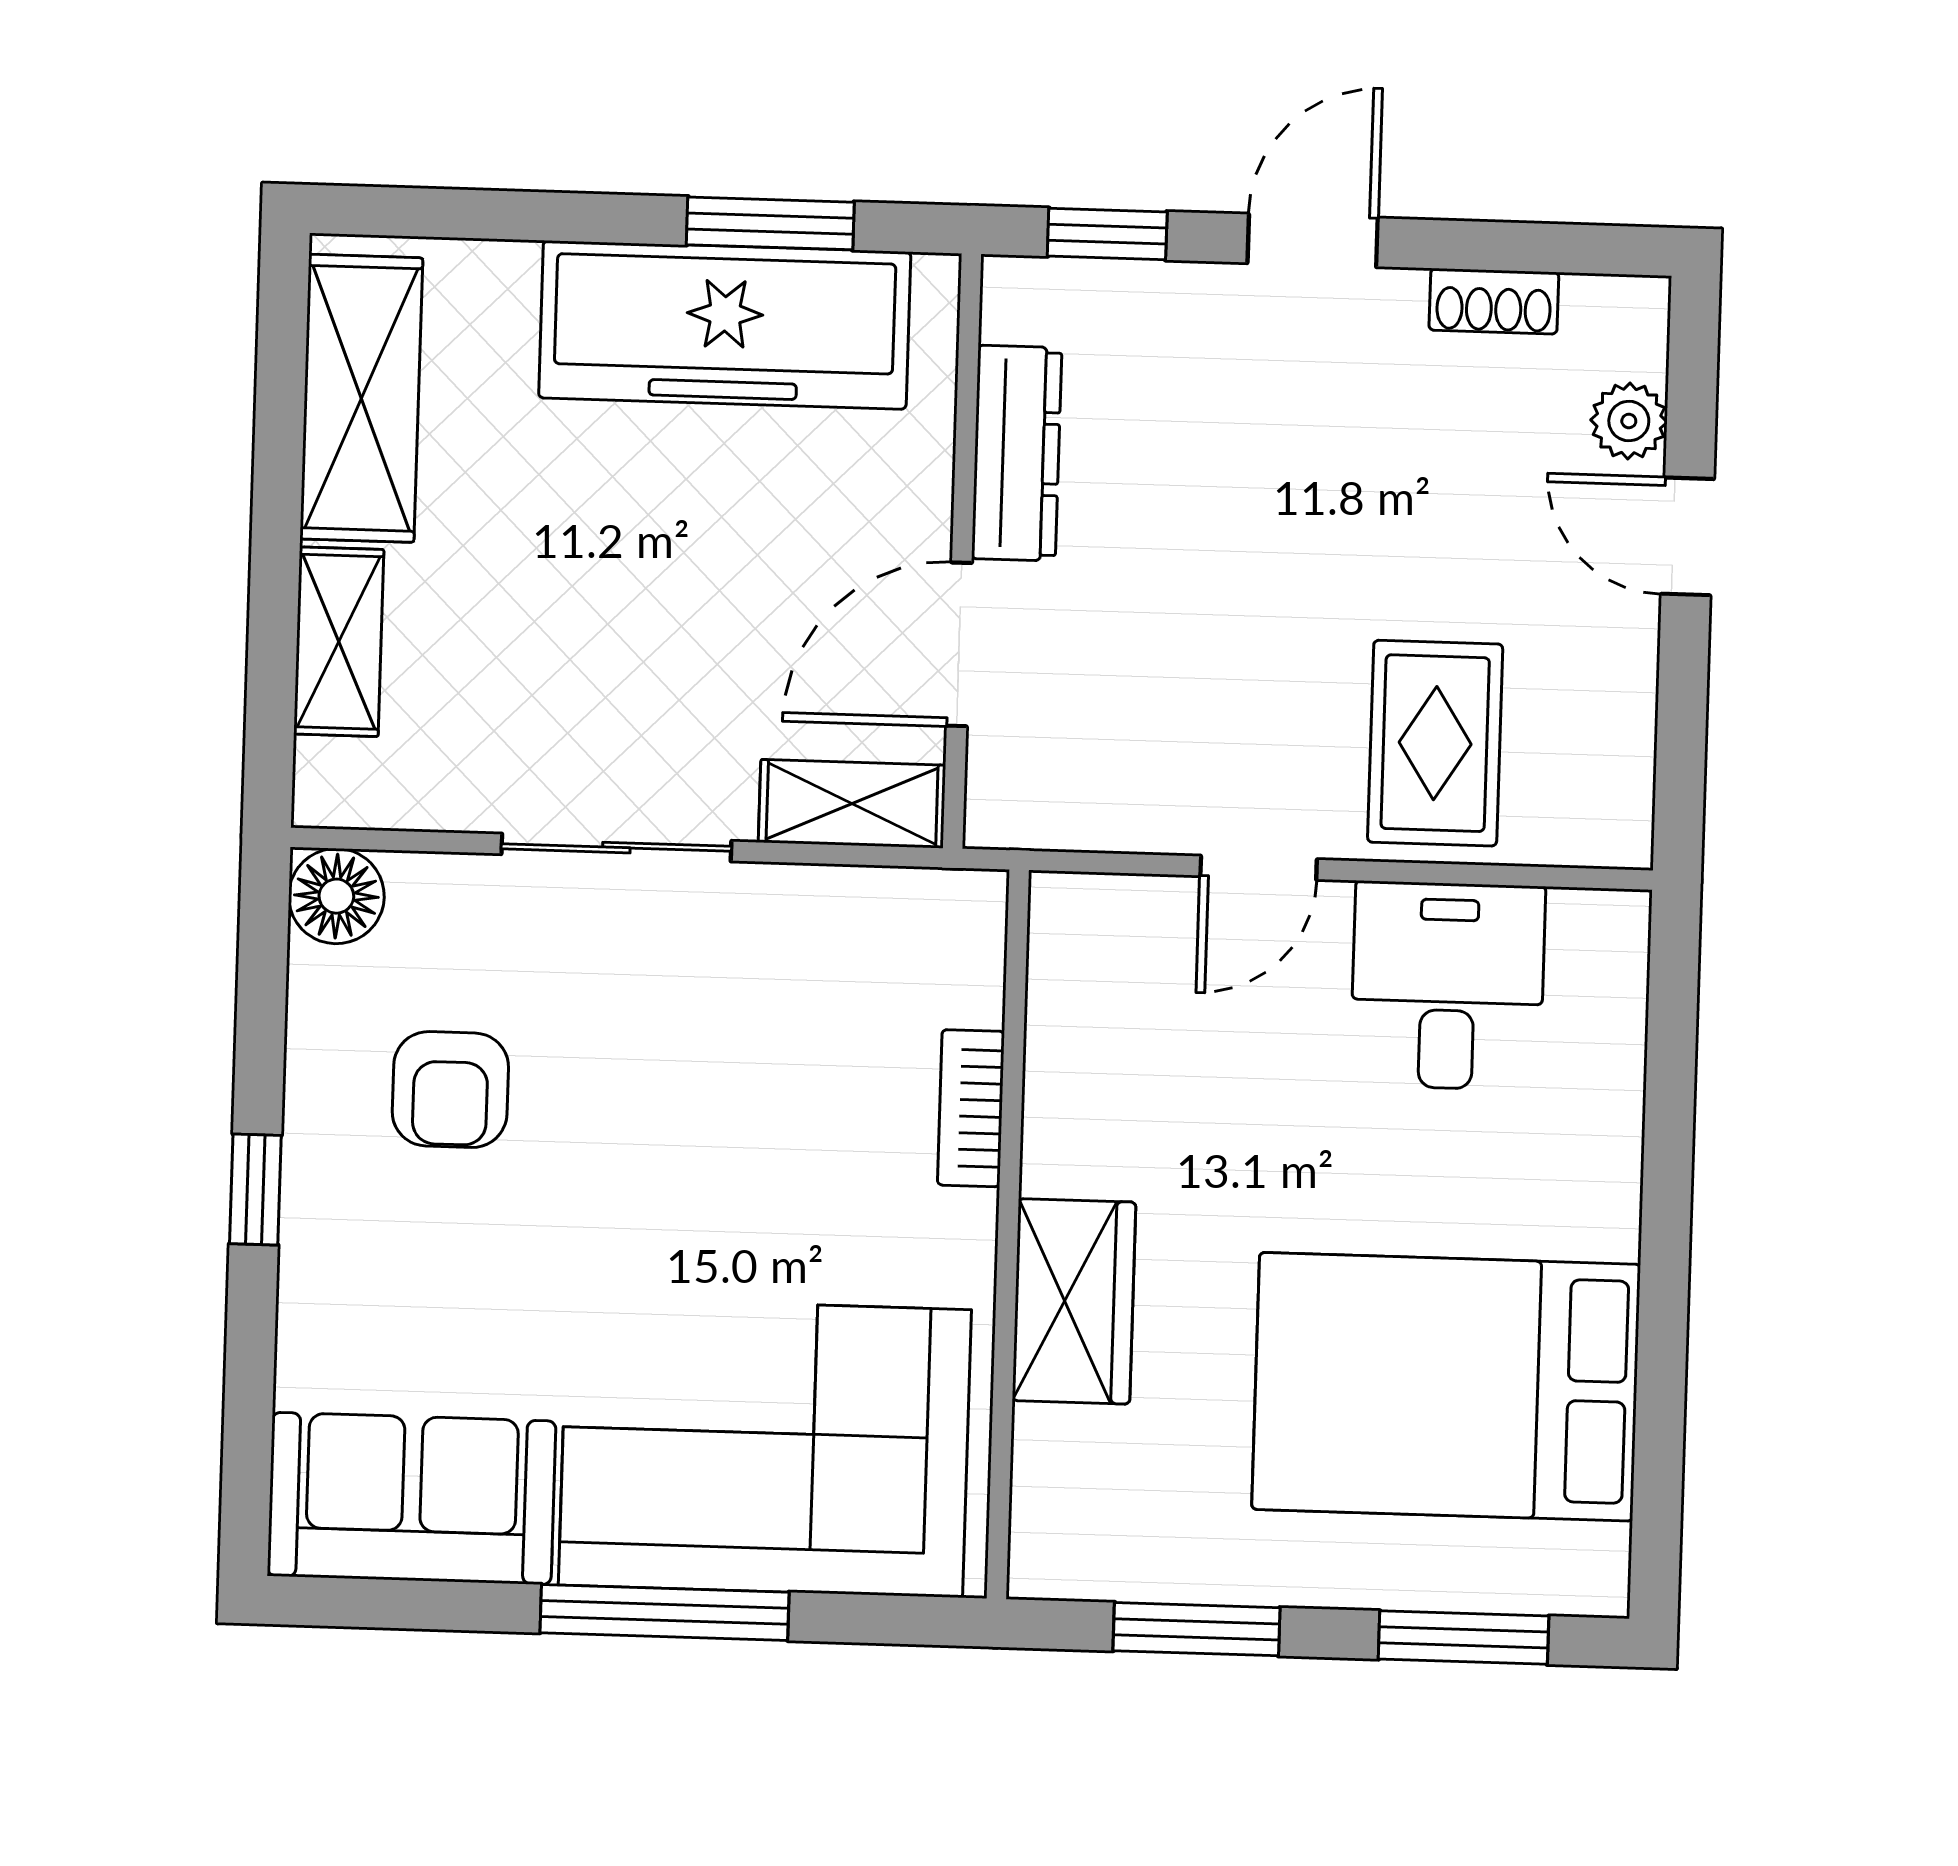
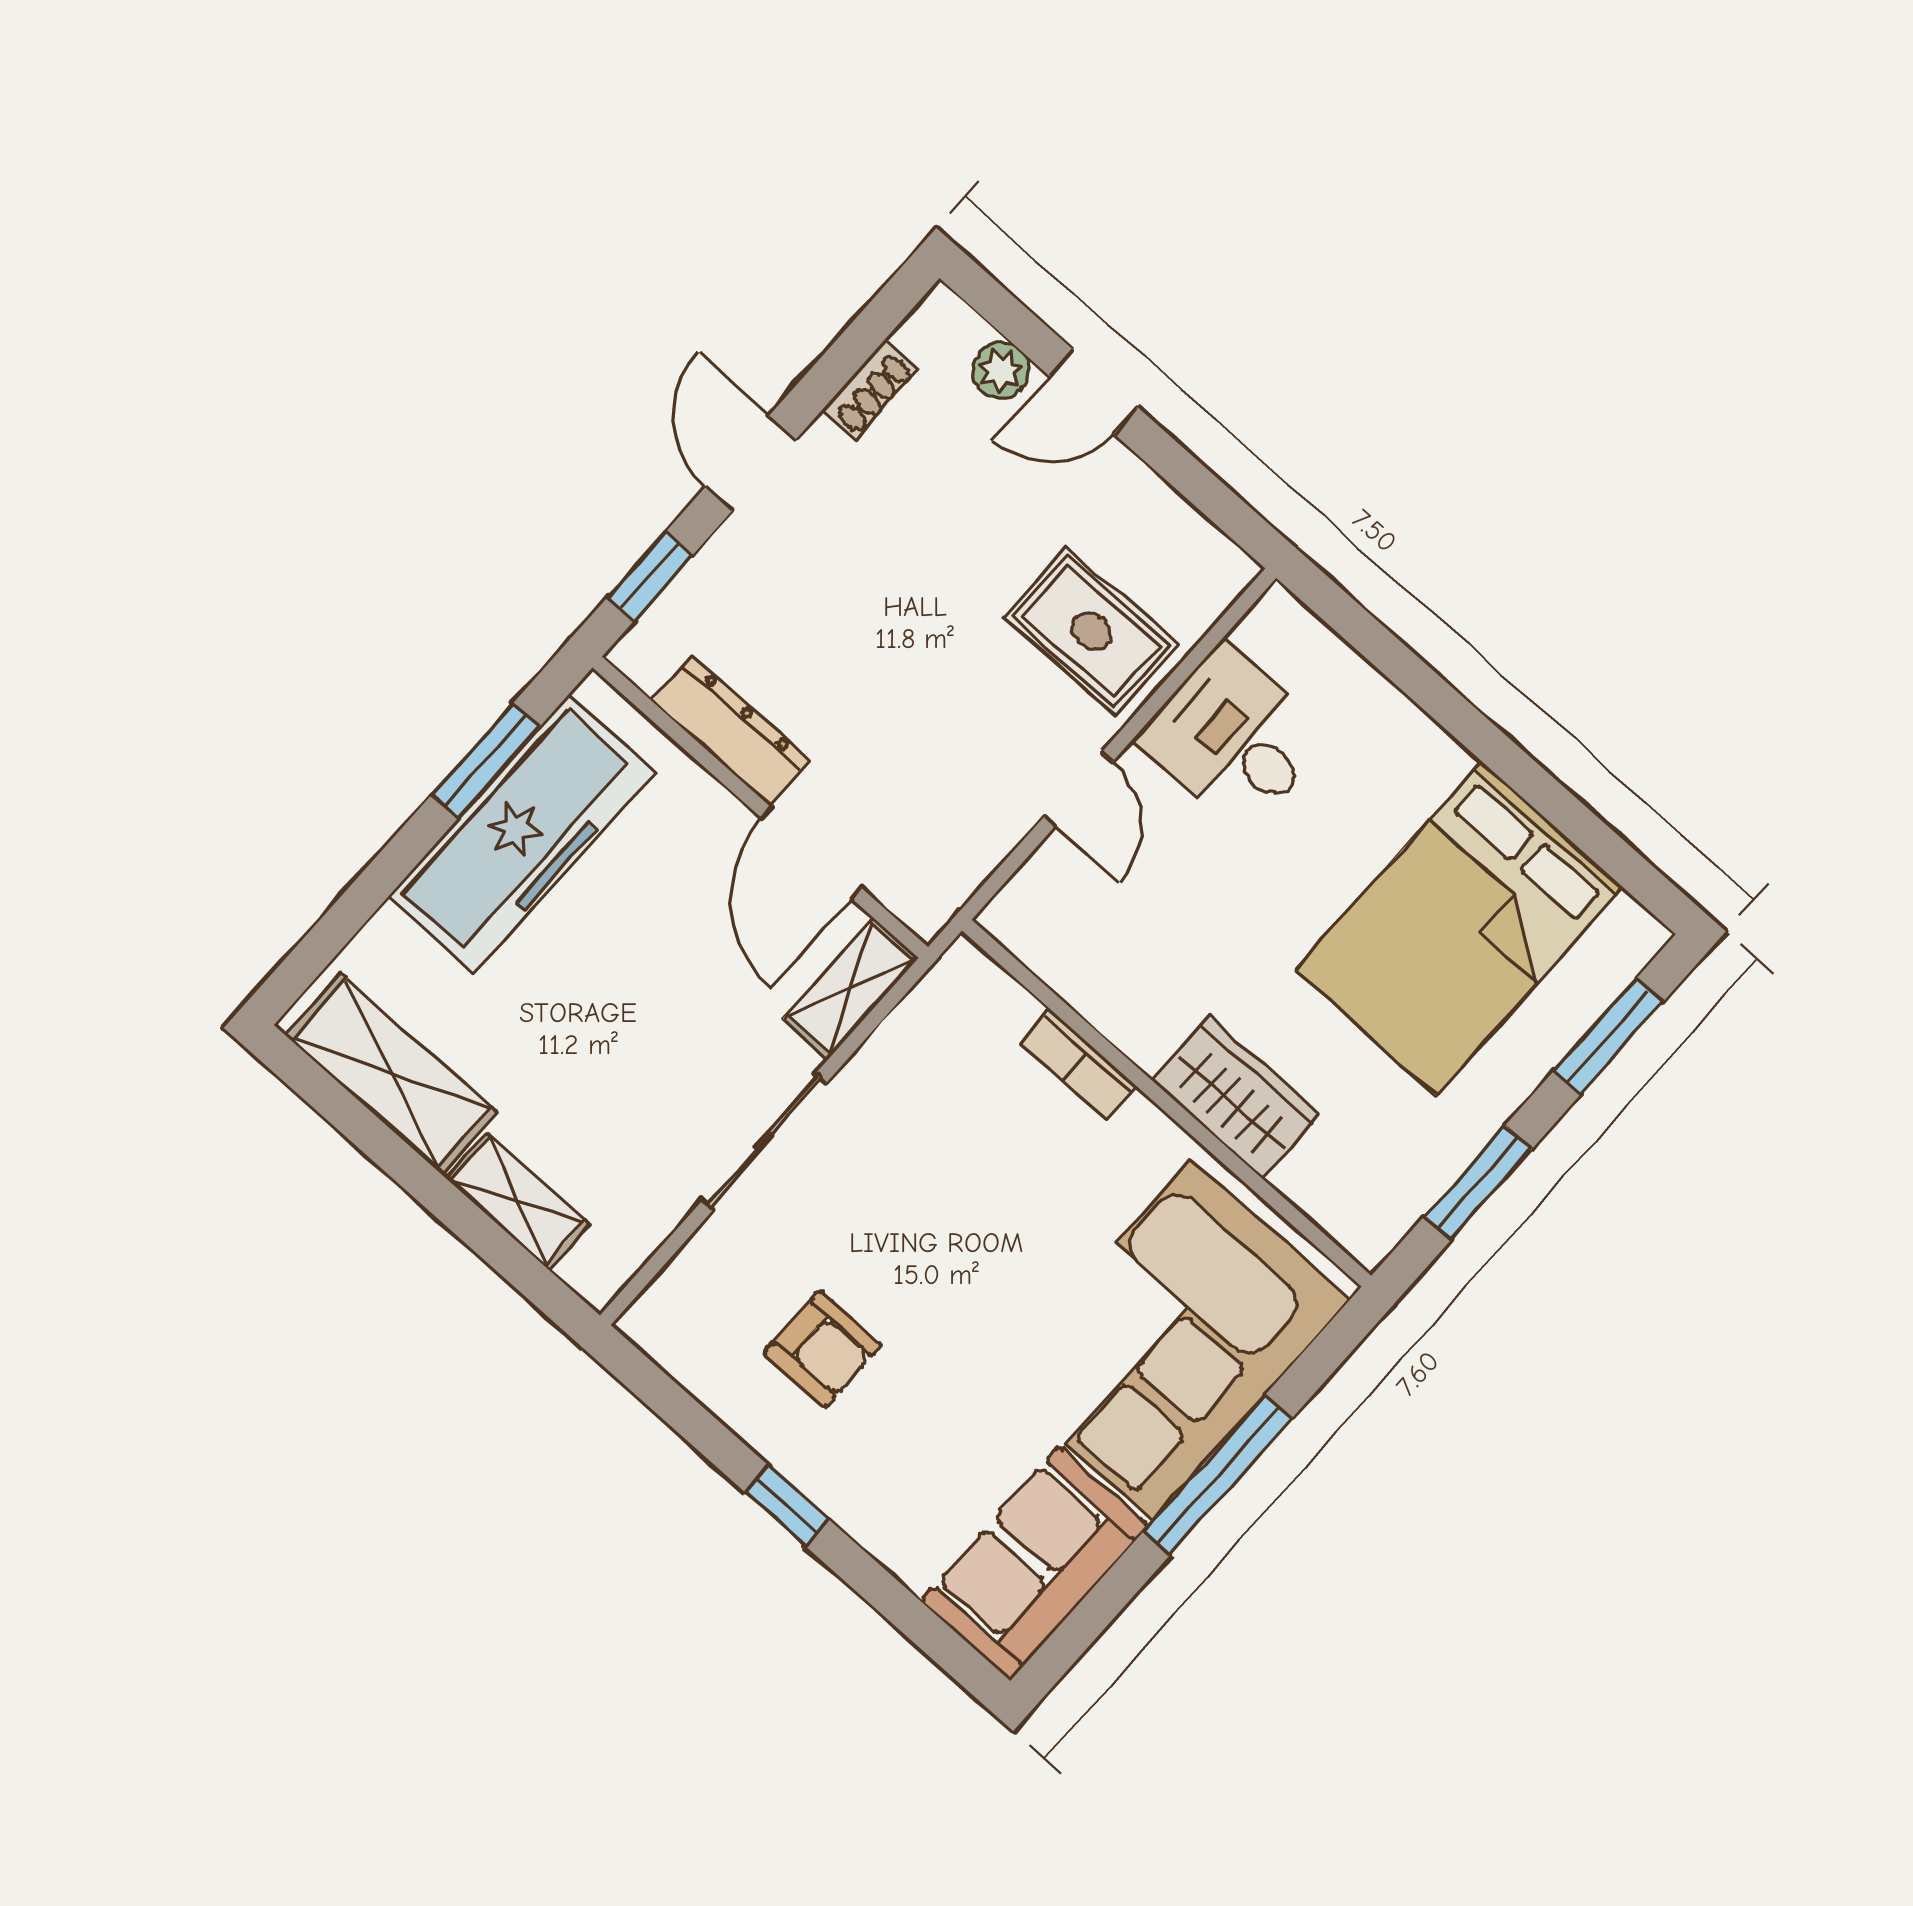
floor lamp: (336, 896) -> (660, 1322), removed

